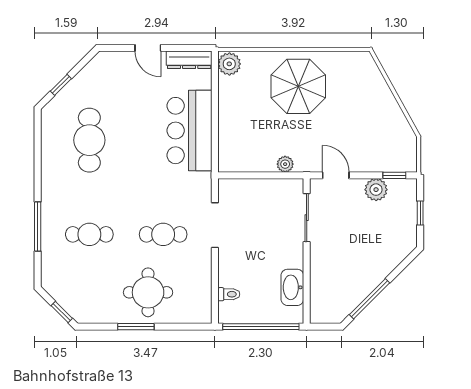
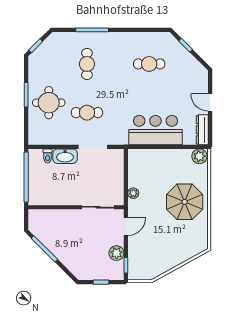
door: (148, 48) -> (210, 103), hinge flipped
cafe table: (89, 140) -> (149, 64), width x0.73, depth x0.74
cafe table: (163, 234) -> (87, 113), turned 90
washbasin: (292, 287) -> (65, 156), moved, turned 180

